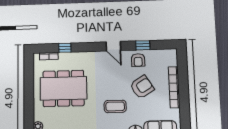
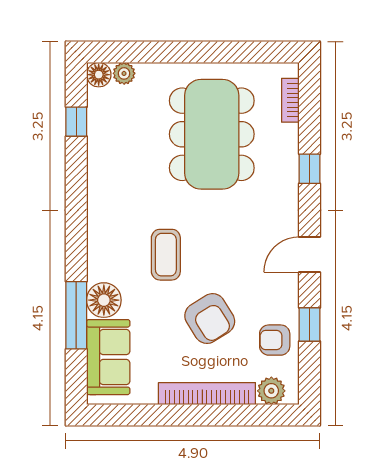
window: (65, 48) -> (309, 169), moved
armchair: (138, 60) -> (275, 340), moved
plant: (172, 60) -> (271, 391), added

